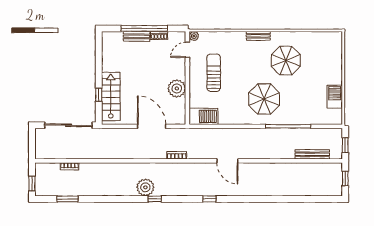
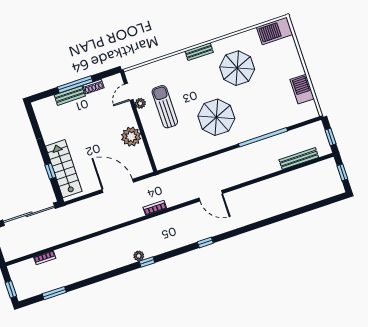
window: (144, 28) -> (75, 84), width x0.68
plant: (194, 36) -> (140, 103), moved
parasol: (264, 99) -> (216, 117), moved
barbecue: (203, 116) -> (275, 31), moved, turned 180
plant: (145, 187) -> (139, 256), width x0.53, depth x0.53

